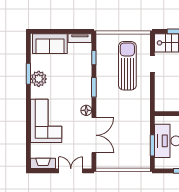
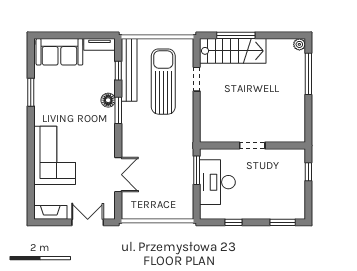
bench: (102, 57) -> (129, 70), added
plant: (39, 79) -> (44, 99), removed
floor lamp: (86, 110) -> (108, 100), moved
double door: (94, 135) -> (118, 175), width x0.73
window: (152, 145) -> (197, 170), moved

